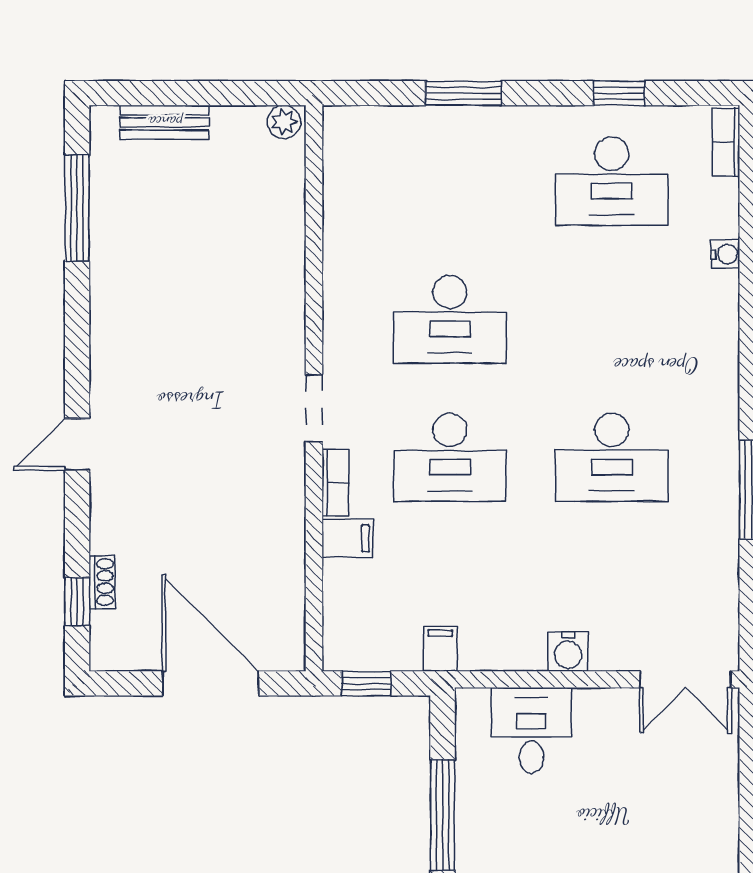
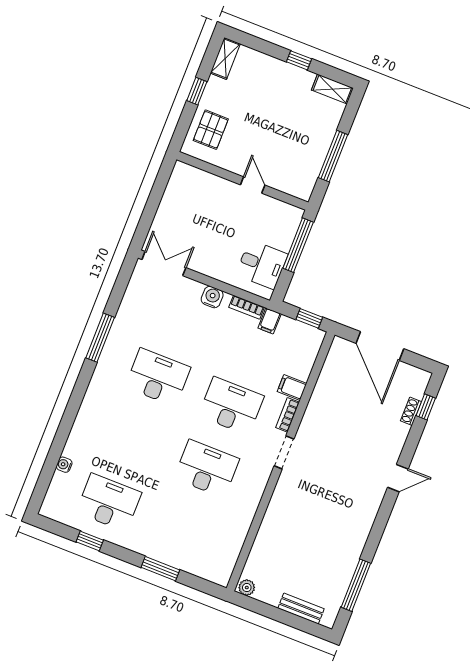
bookcase: (726, 142) -> (247, 307), moved, turned 90
water cooler: (725, 254) -> (64, 465), moved
desk: (531, 730) -> (262, 264), moved, turned -90

